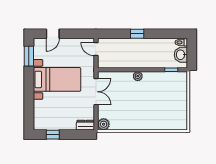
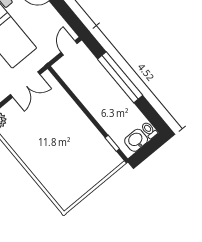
window: (137, 34) -> (120, 77), width x3.17
plant: (138, 76) -> (77, 114), removed

